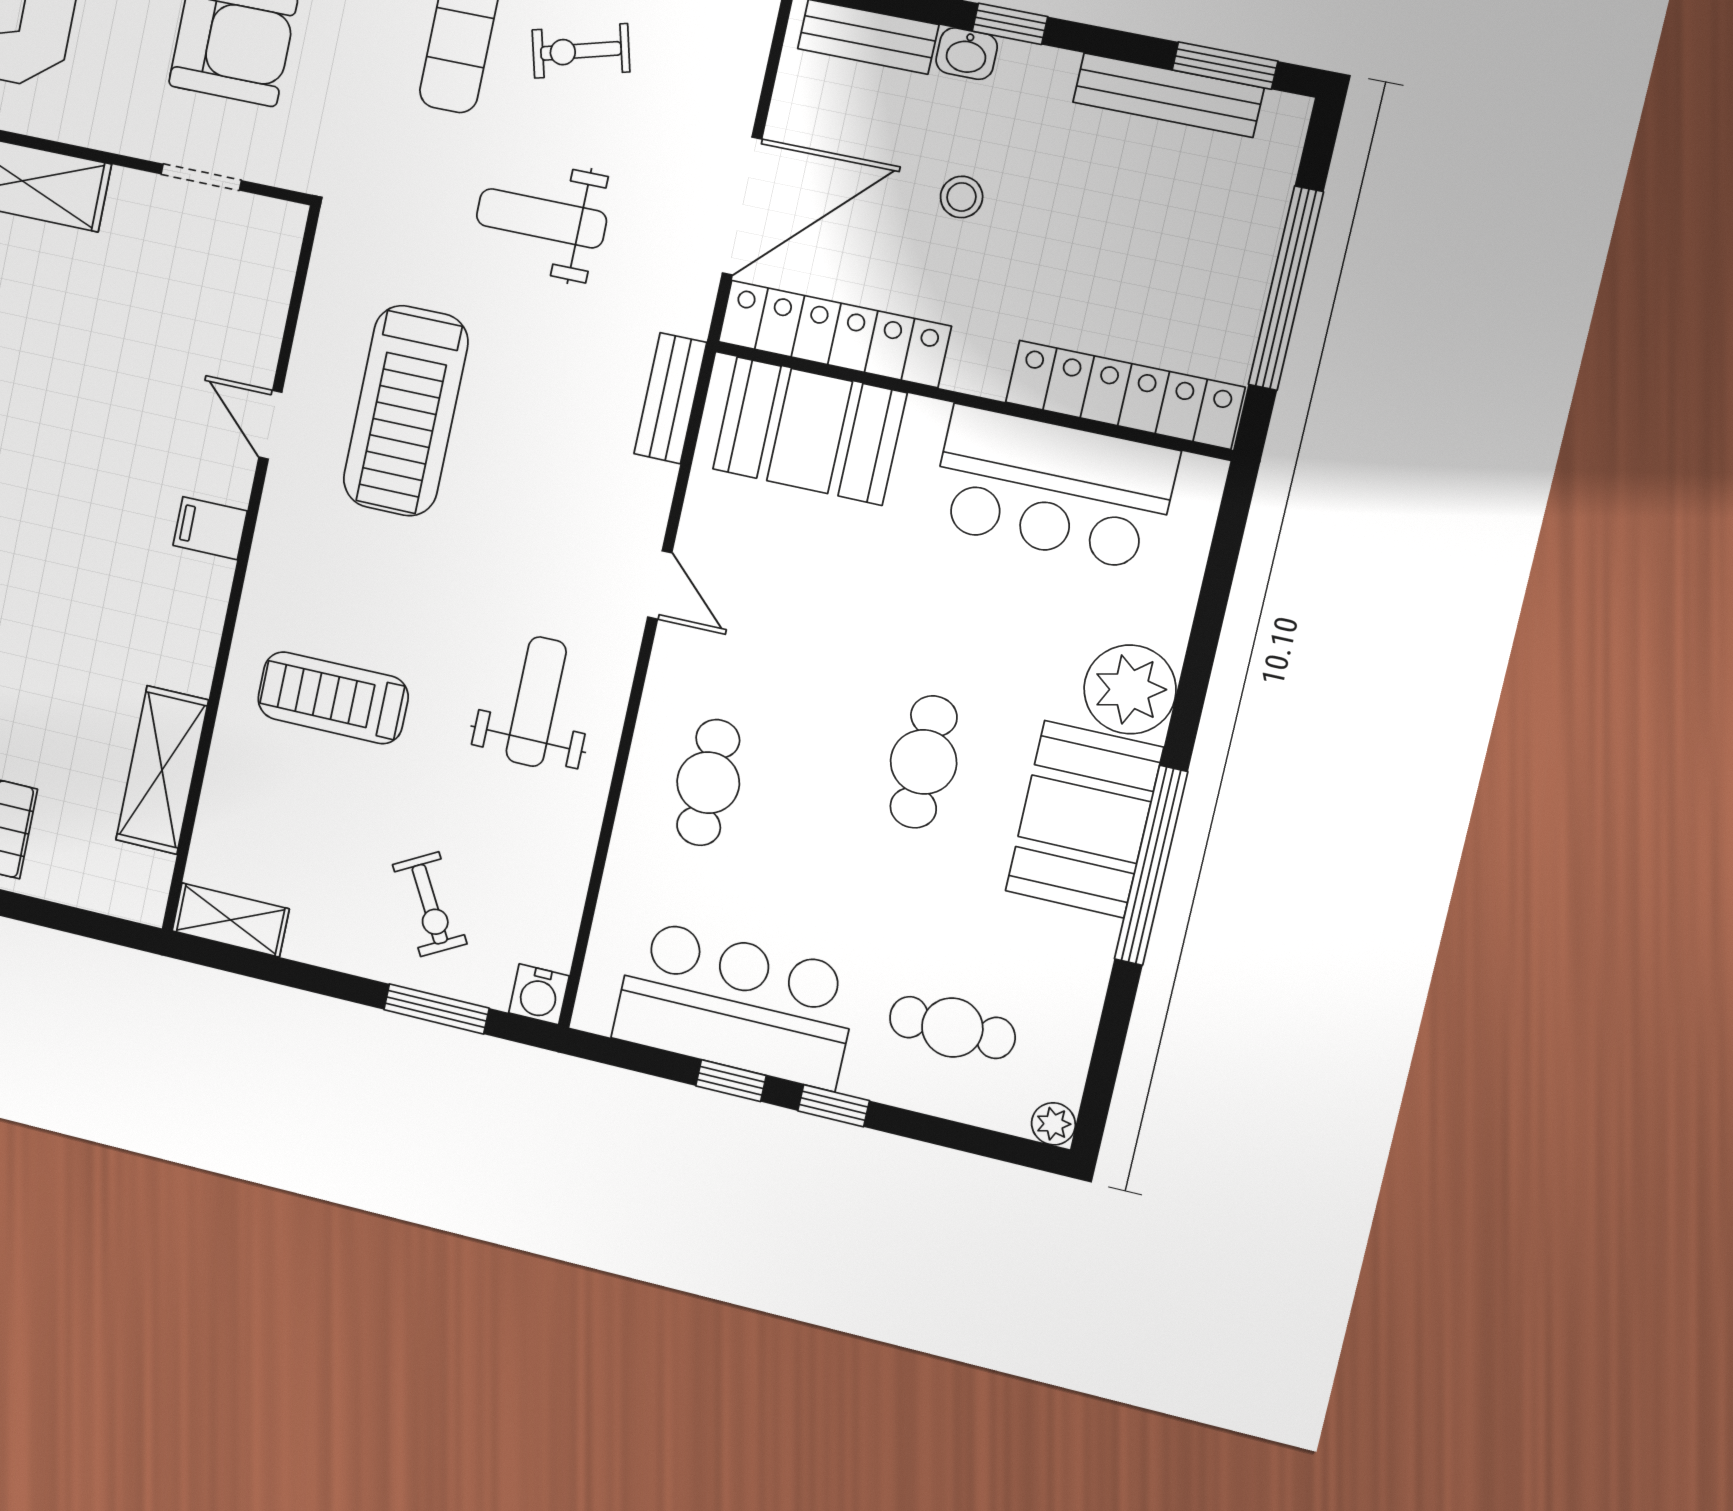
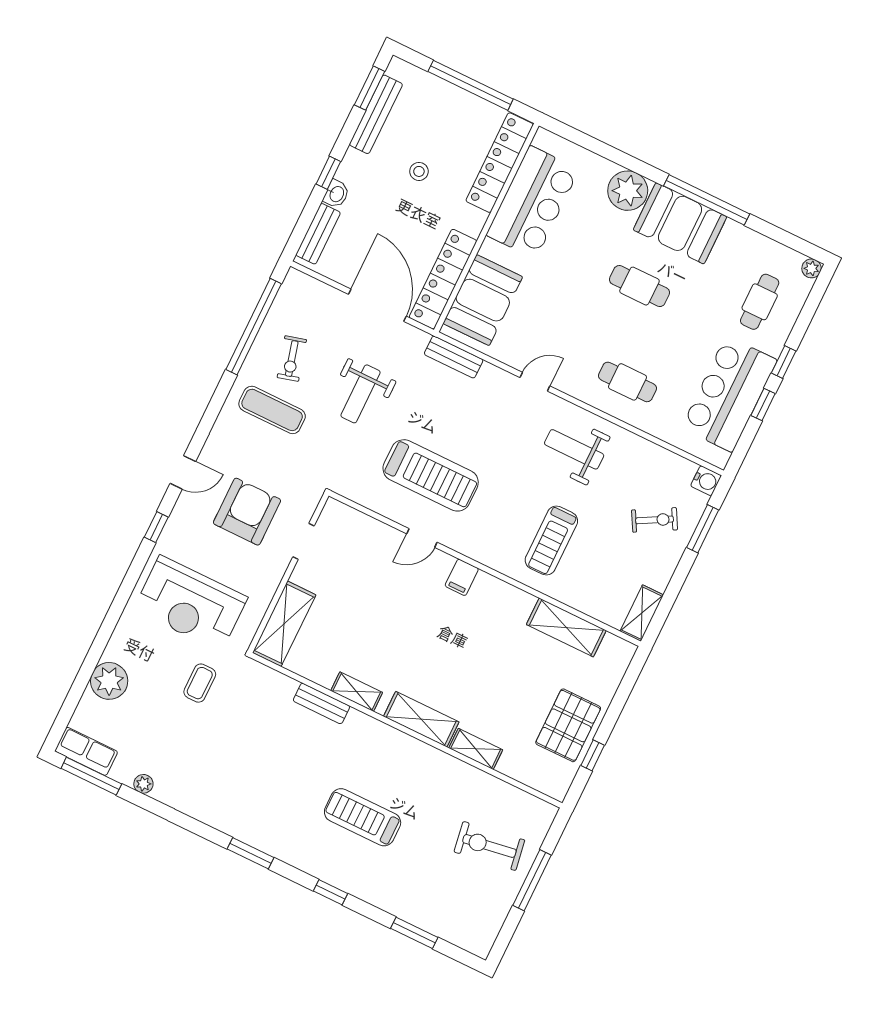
stool: (962, 197) -> (419, 171), moved

